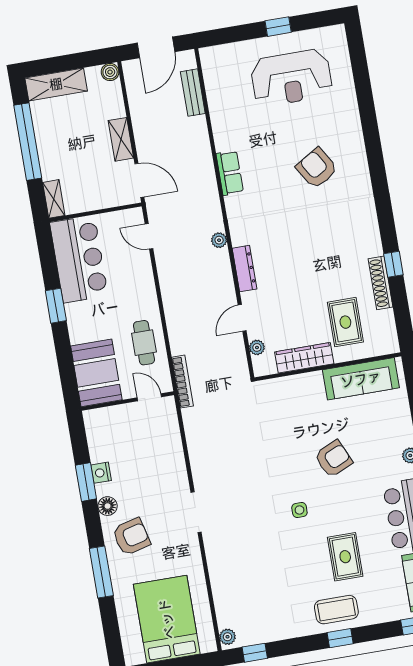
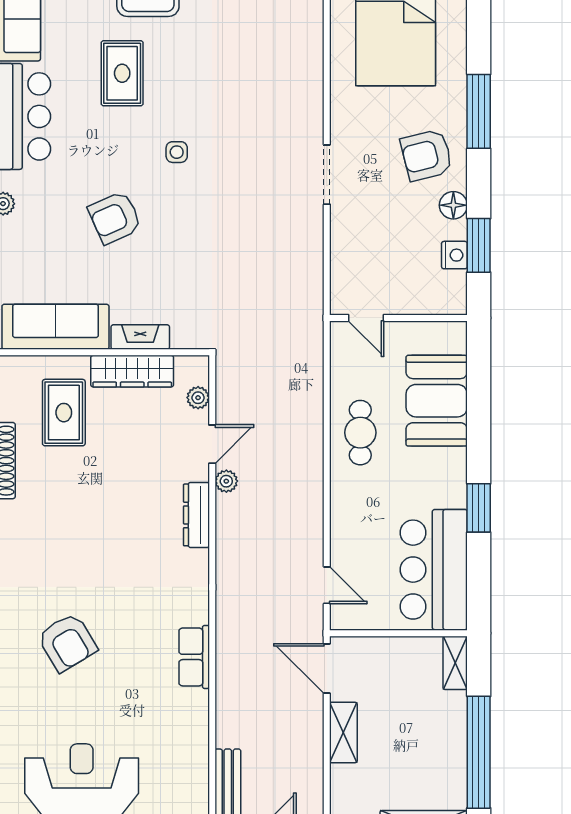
plant: (219, 240) -> (226, 481), moved
bookcase: (182, 382) -> (314, 367), removed
fireplace: (303, 382) -> (140, 337), added
door: (149, 397) -> (366, 318), moved
wall: (128, 401) -> (398, 318), moved

